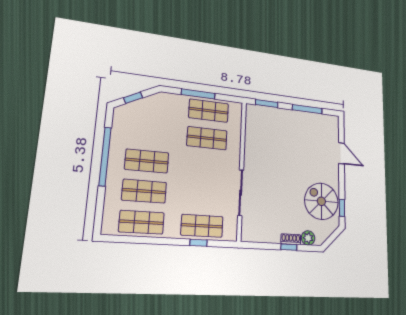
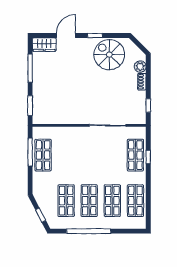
window: (198, 94) -> (30, 152), moved
wardrobe: (332, 128) -> (44, 45), added
shop shelf: (207, 138) -> (66, 201), moved
spiral stairs: (321, 201) -> (109, 55), turned 90
window: (342, 208) -> (95, 36), moved
window: (289, 247) -> (148, 105), moved

